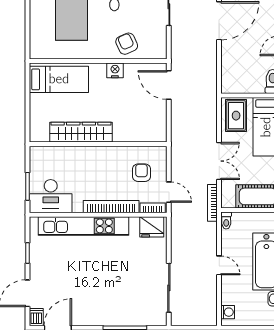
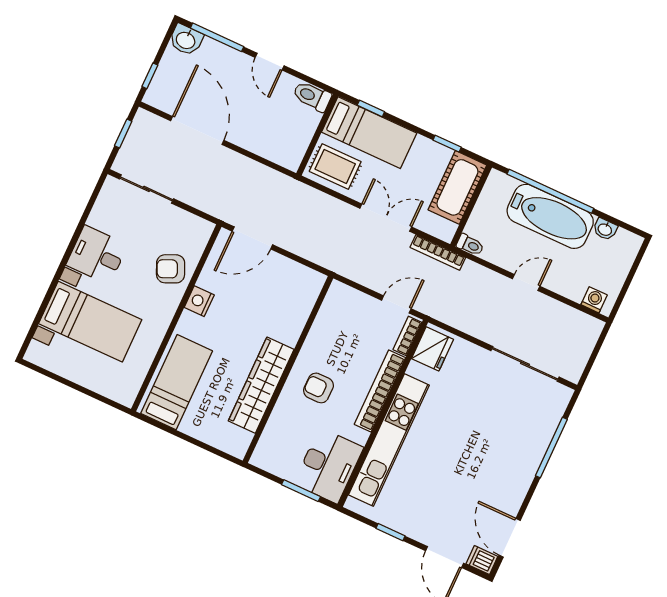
armchair: (141, 173) -> (318, 388), moved

